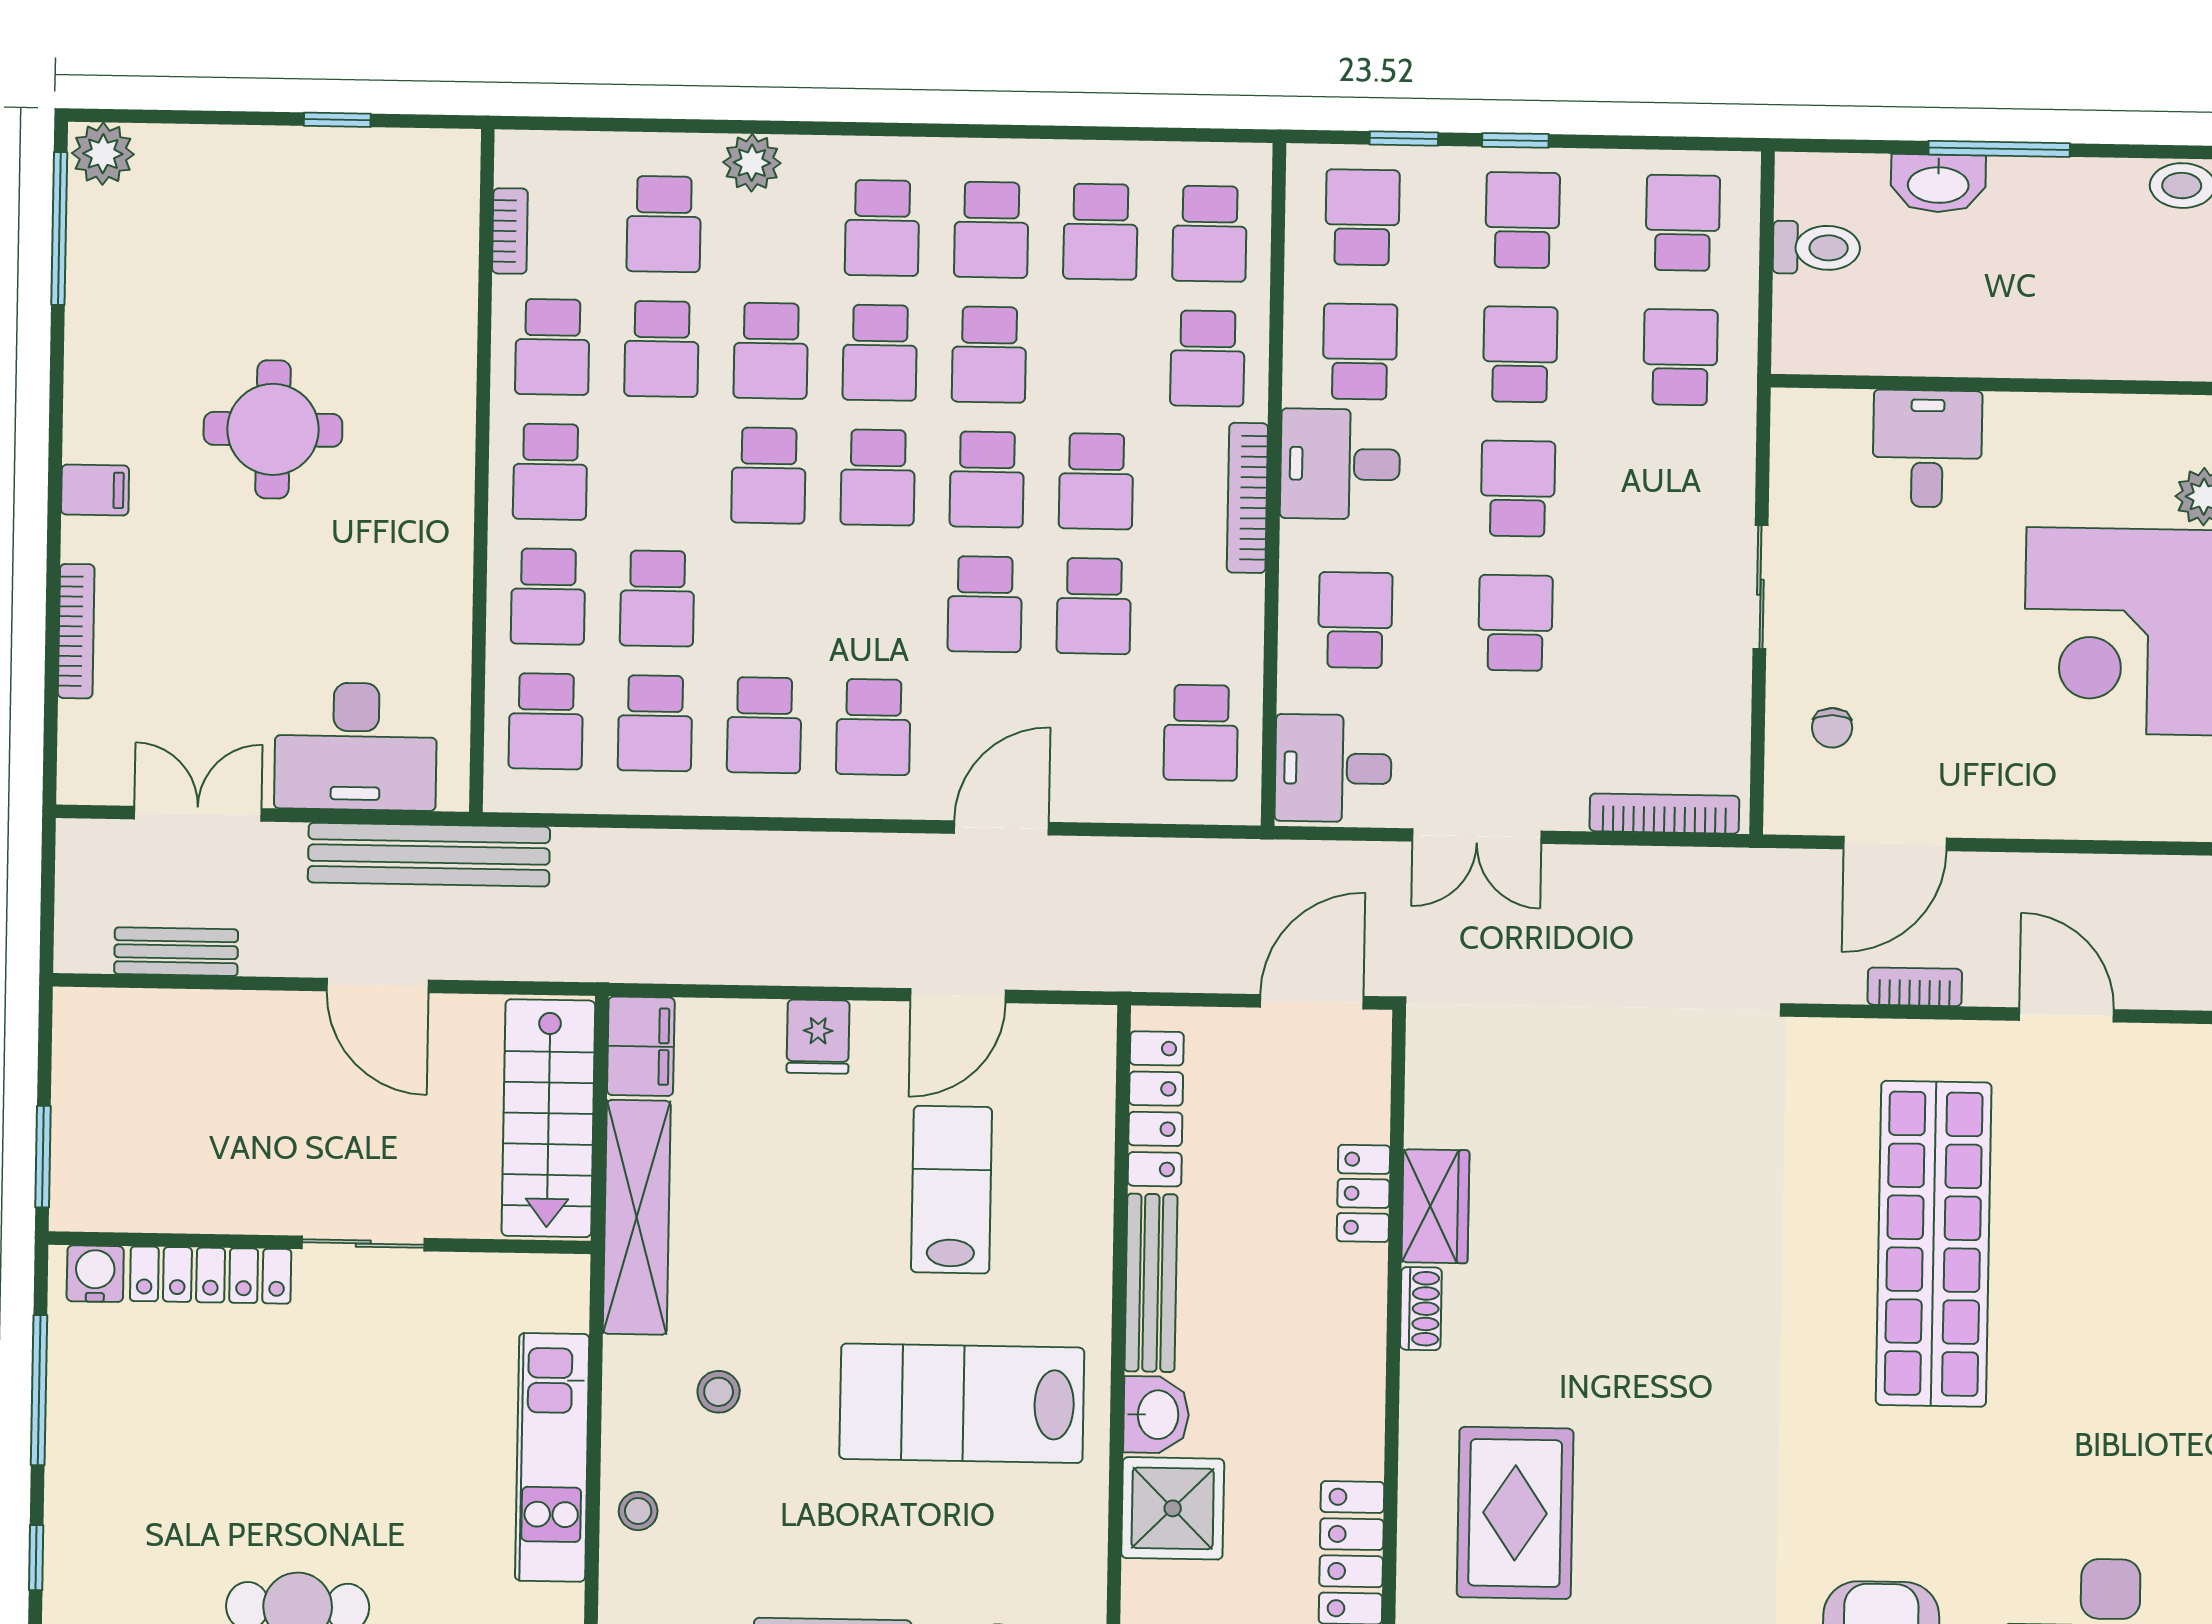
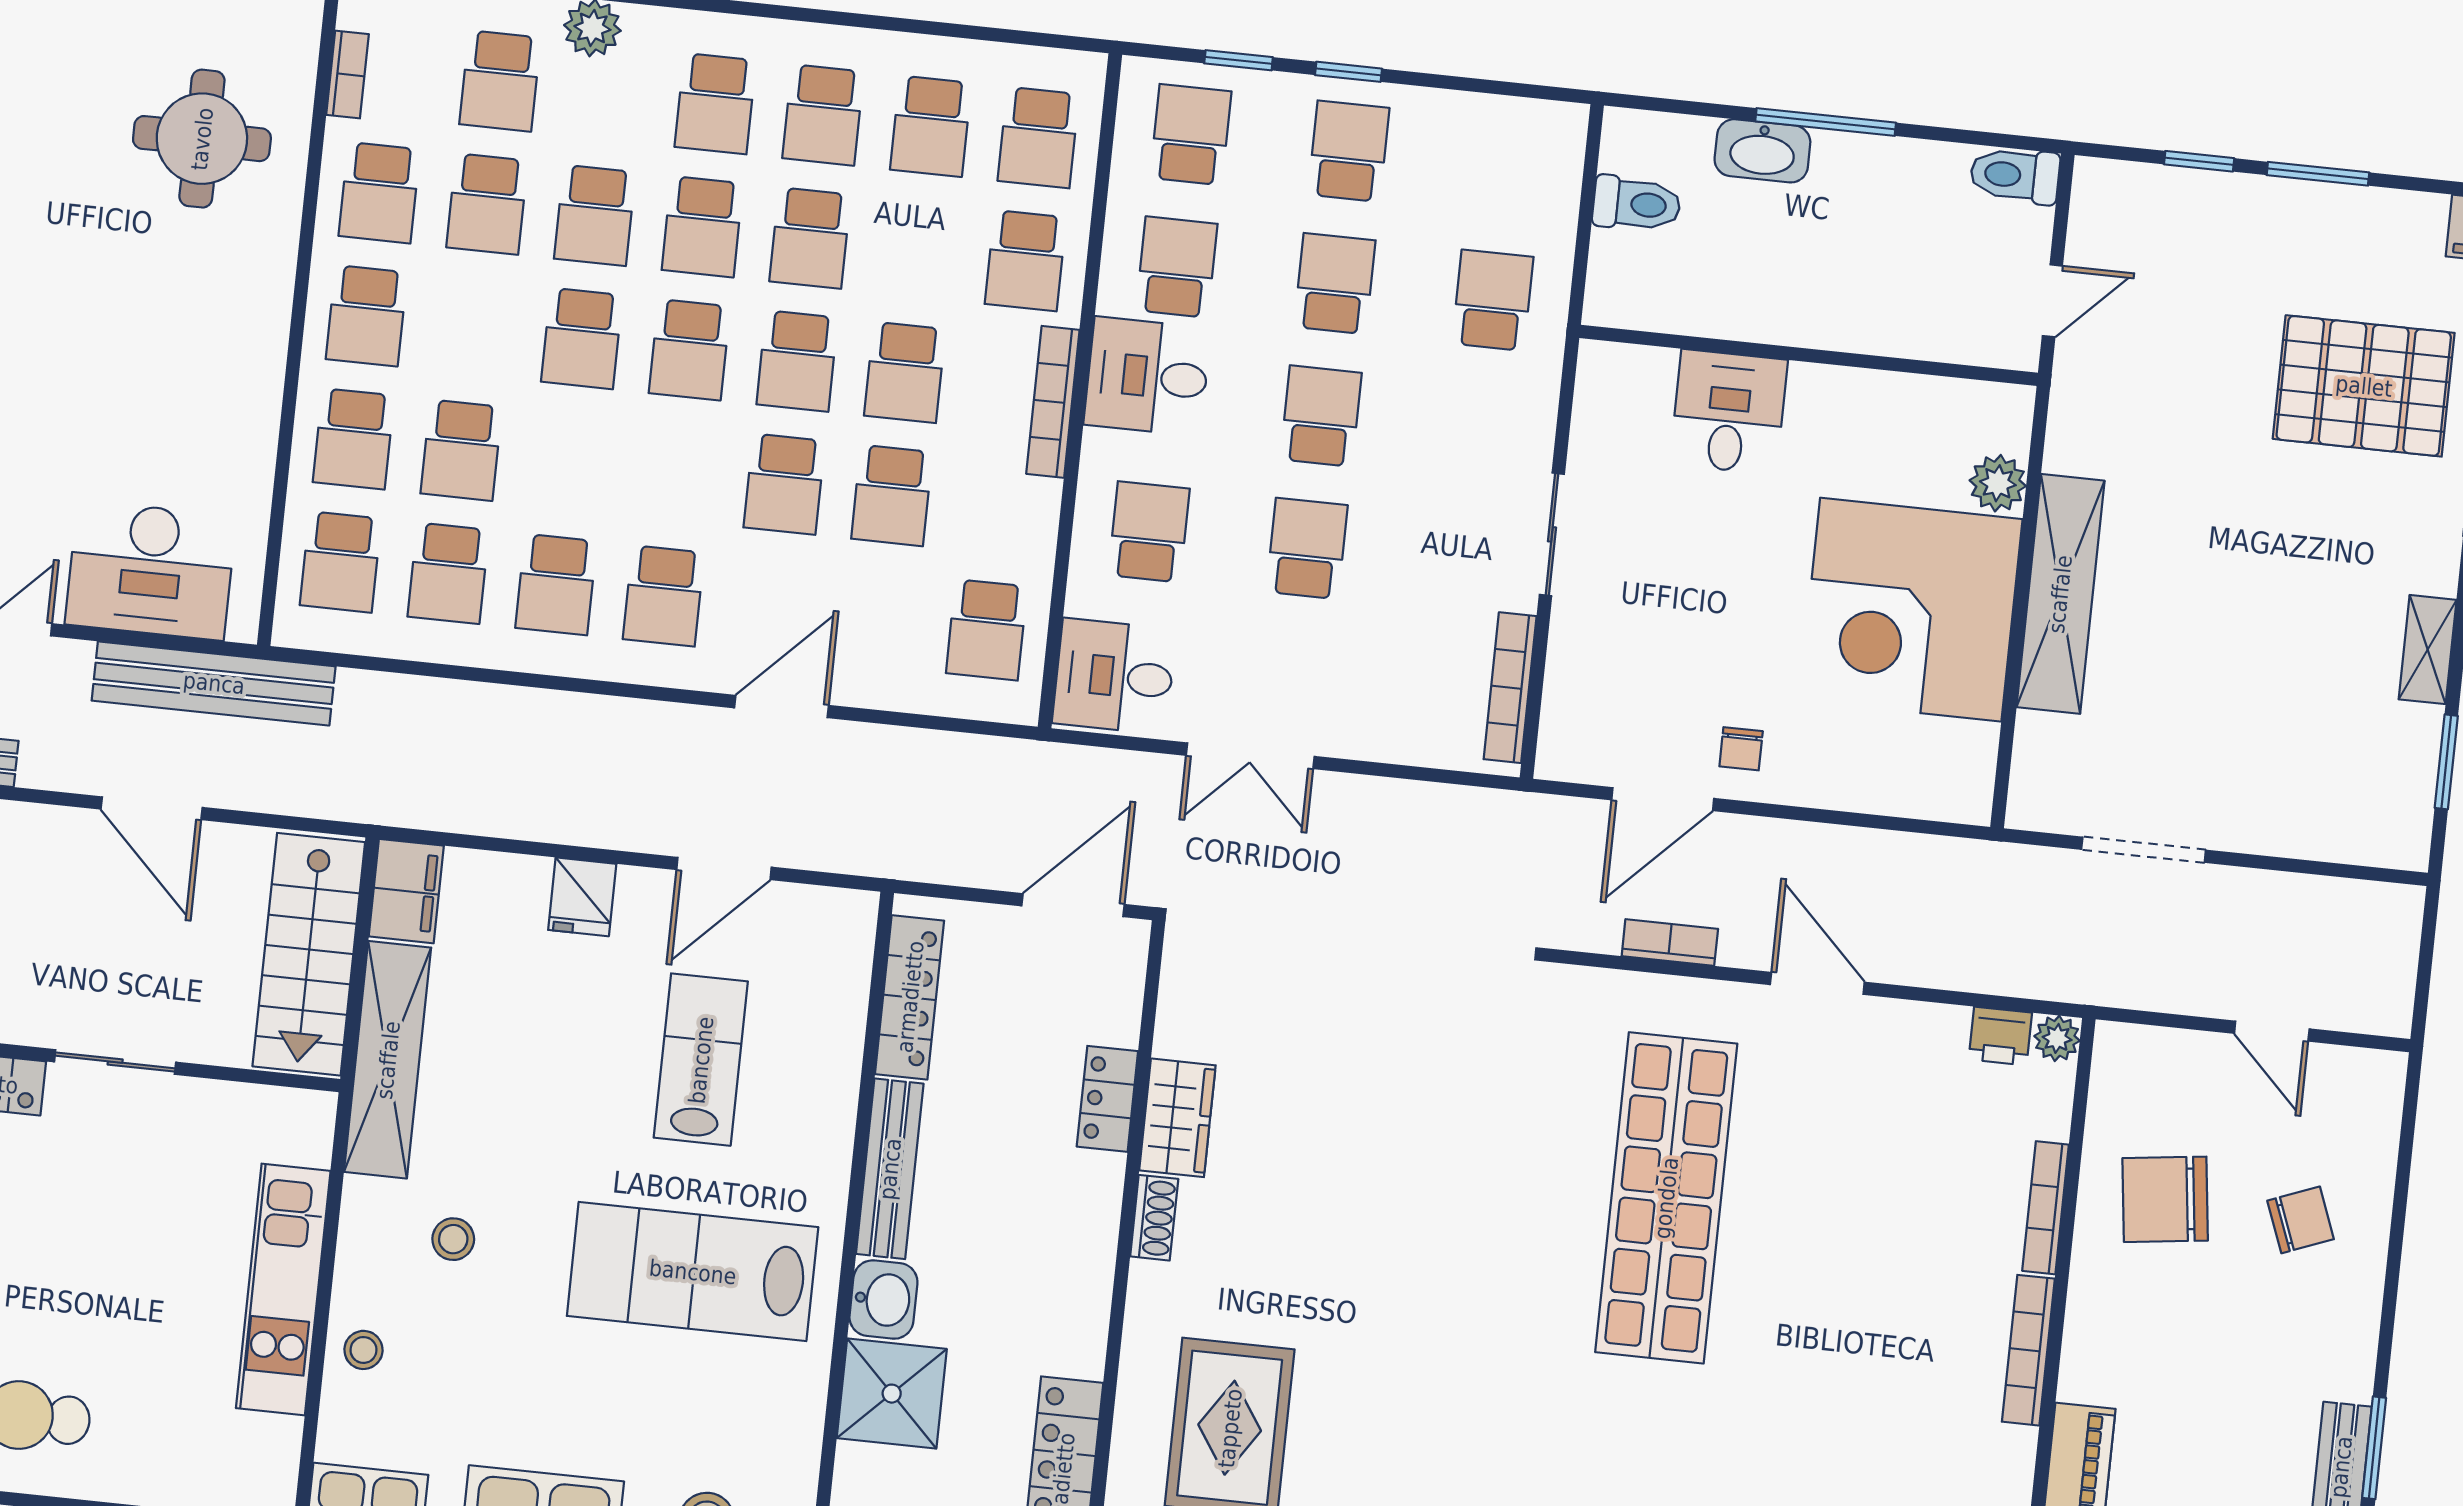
school desk: (1683, 223) -> (1507, 168), removed
round table: (273, 429) -> (202, 139), moved
chair: (1832, 728) -> (1741, 749), moved
bookcase: (1664, 814) -> (1510, 688), moved, turned -90

